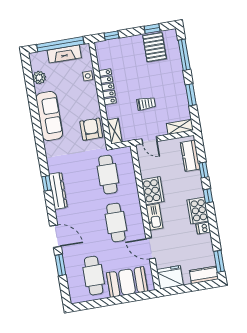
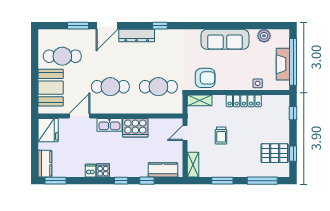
dresser: (58, 191) -> (137, 35), moved
cooker: (198, 210) -> (103, 170), width x0.53, depth x0.76

